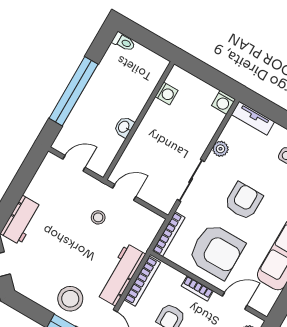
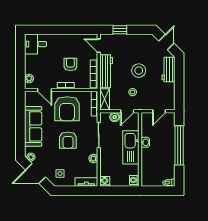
washing machine: (167, 94) -> (134, 180), moved
kitchen sink: (151, 132) -> (131, 147), added
boiler: (149, 195) -> (115, 117), added
shelving: (149, 232) -> (105, 99), added
armchair: (216, 251) -> (67, 109), turned -90
stool: (70, 299) -> (139, 71), moved
door: (235, 301) -> (45, 90), hinge flipped

